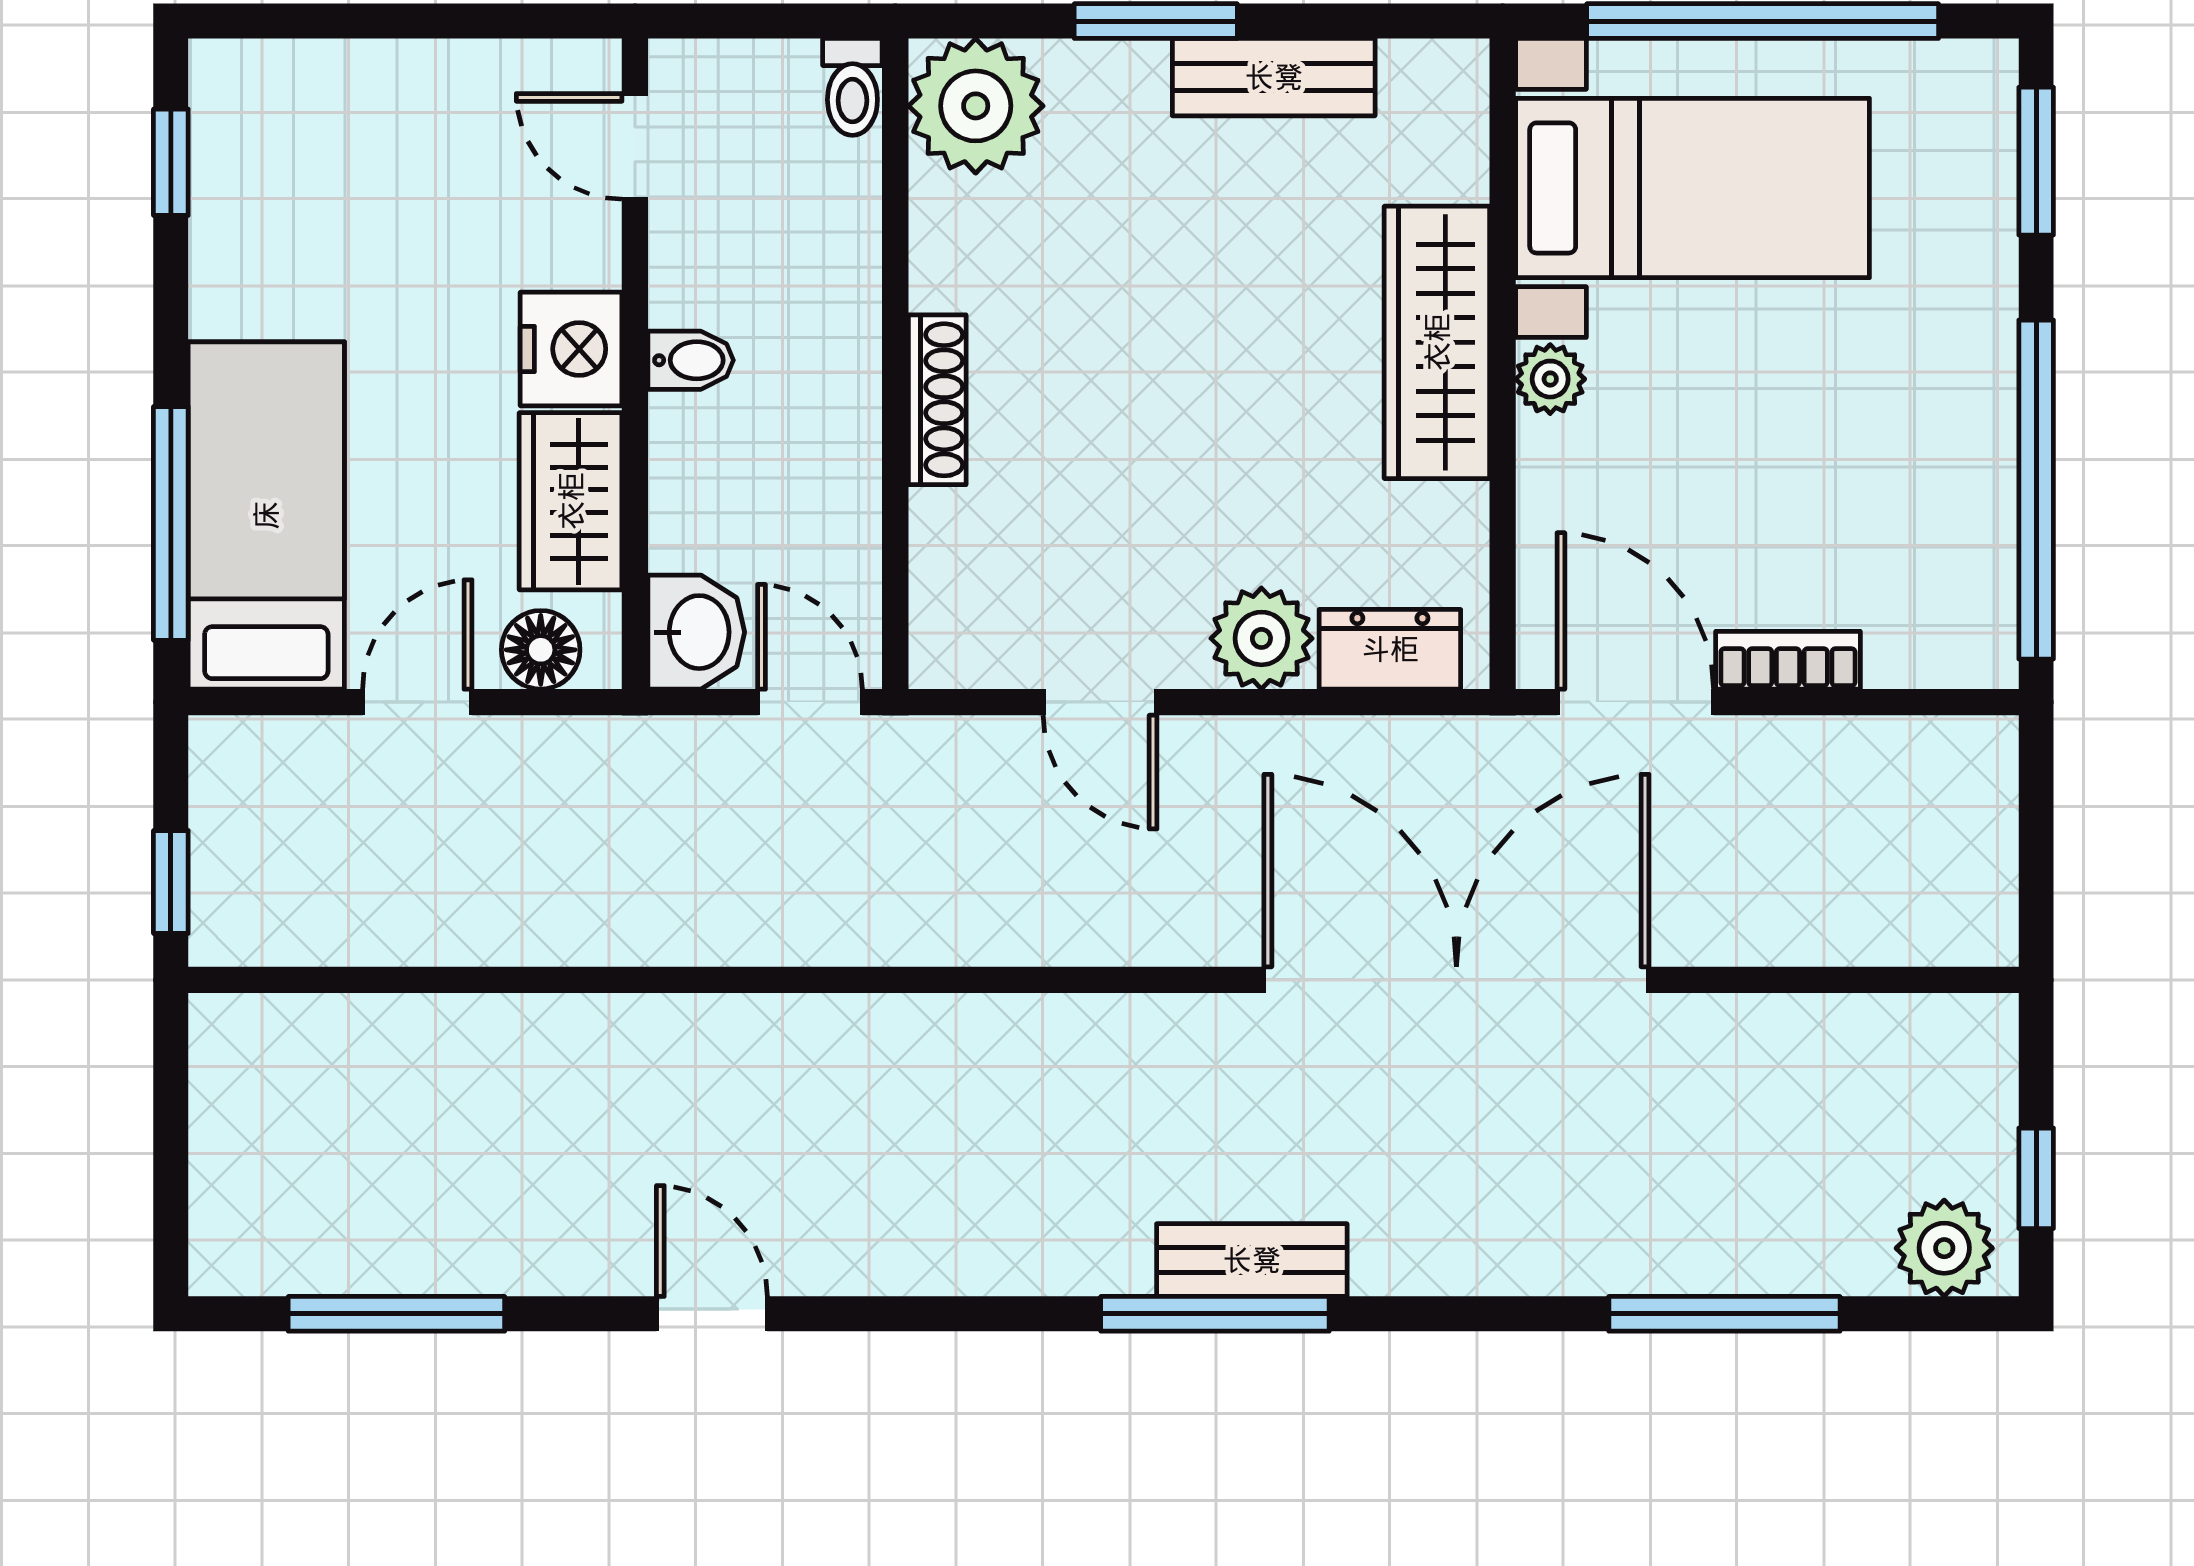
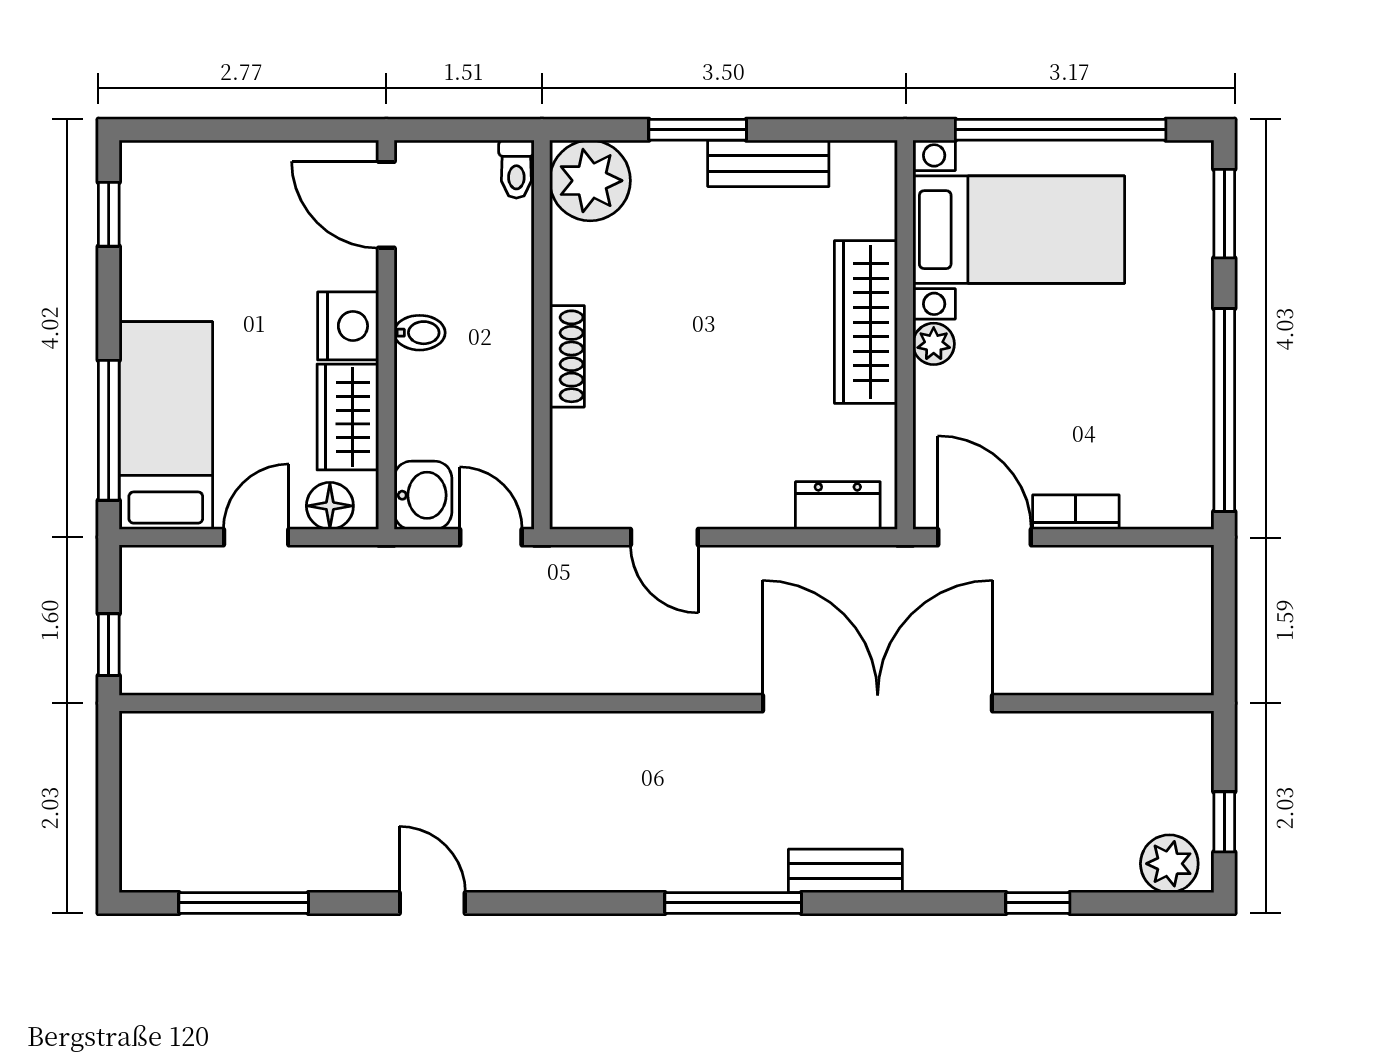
door: (635, 146) -> (386, 205), width x1.38
plant: (1261, 638) -> (761, 499), removed
bench: (1252, 1260) -> (845, 871), moved
window: (1724, 1314) -> (1038, 903), width x0.46

